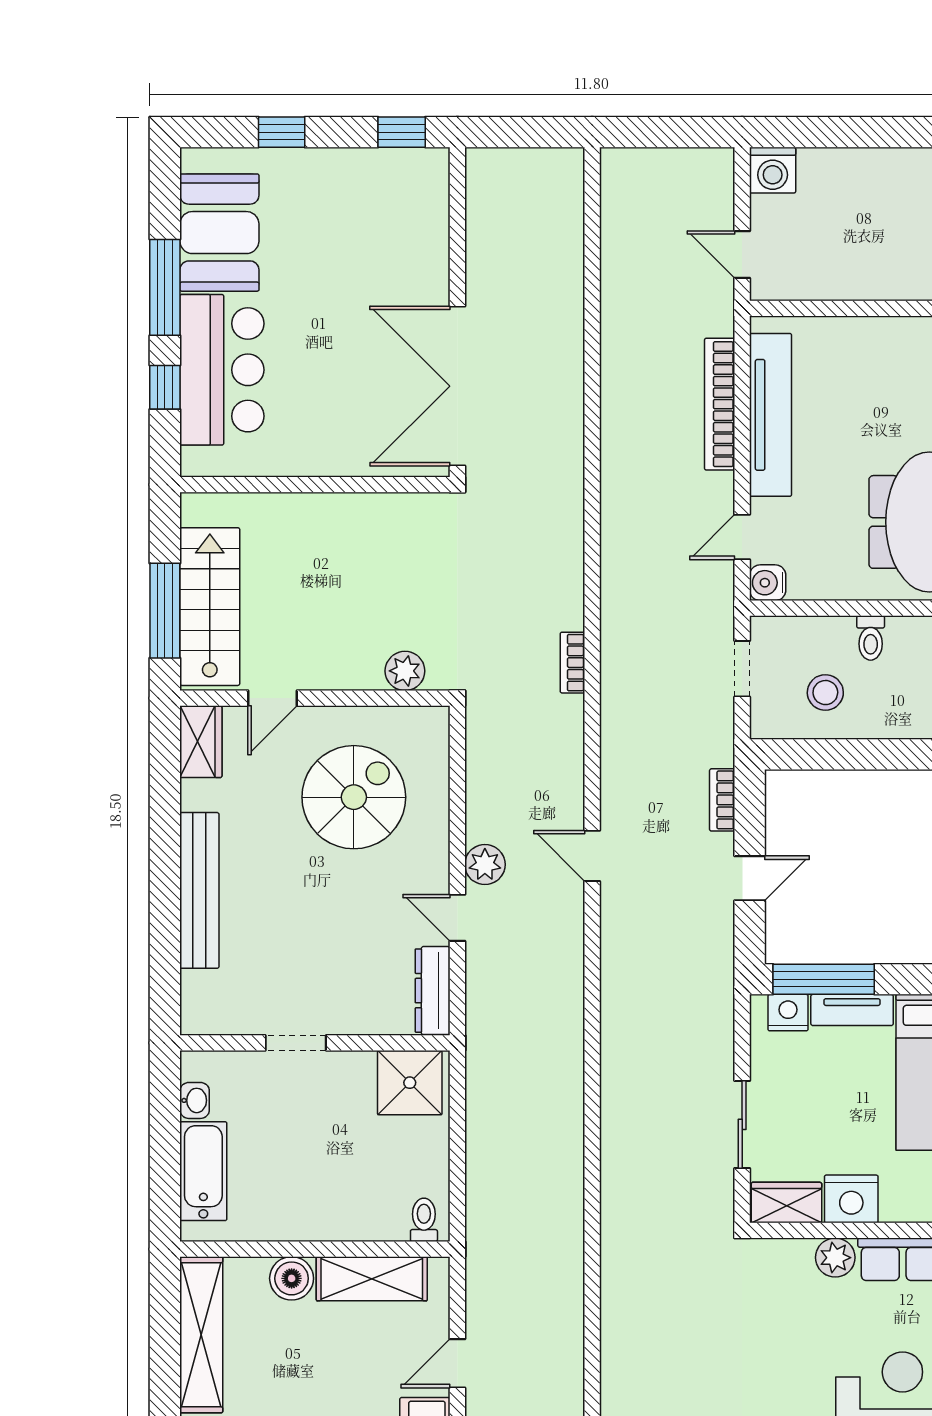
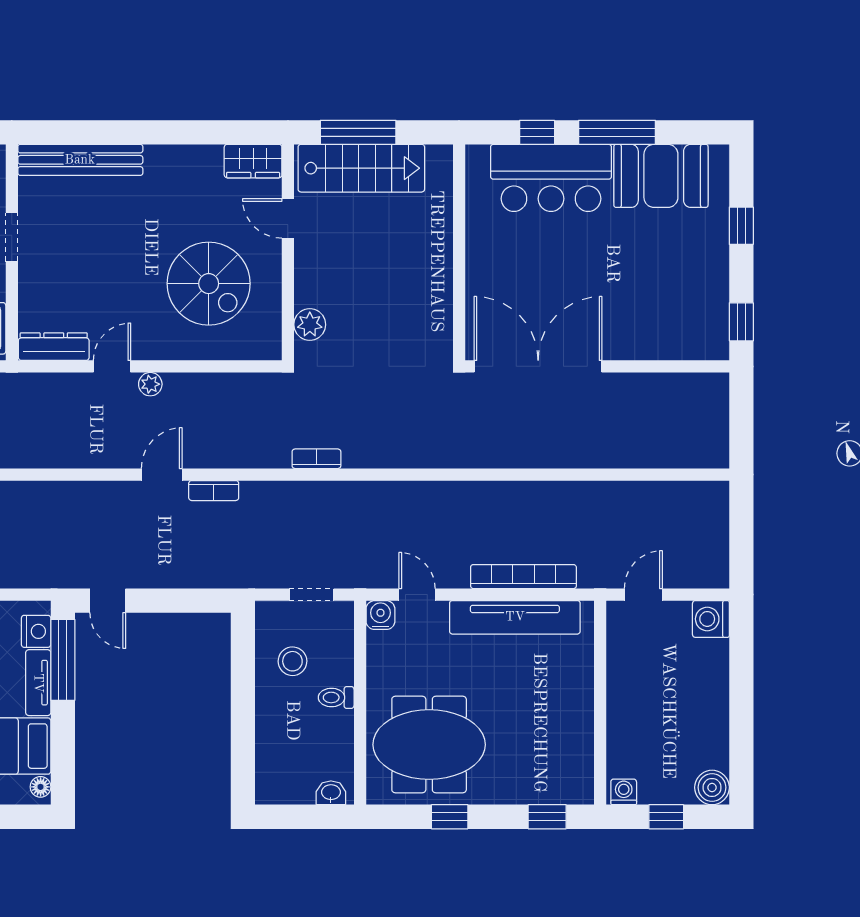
bookcase: (722, 800) -> (214, 491), moved, turned 180
plant: (485, 865) -> (150, 384), width x0.73, depth x0.73
door: (750, 878) -> (108, 601), moved
bench: (199, 890) -> (80, 160), moved

